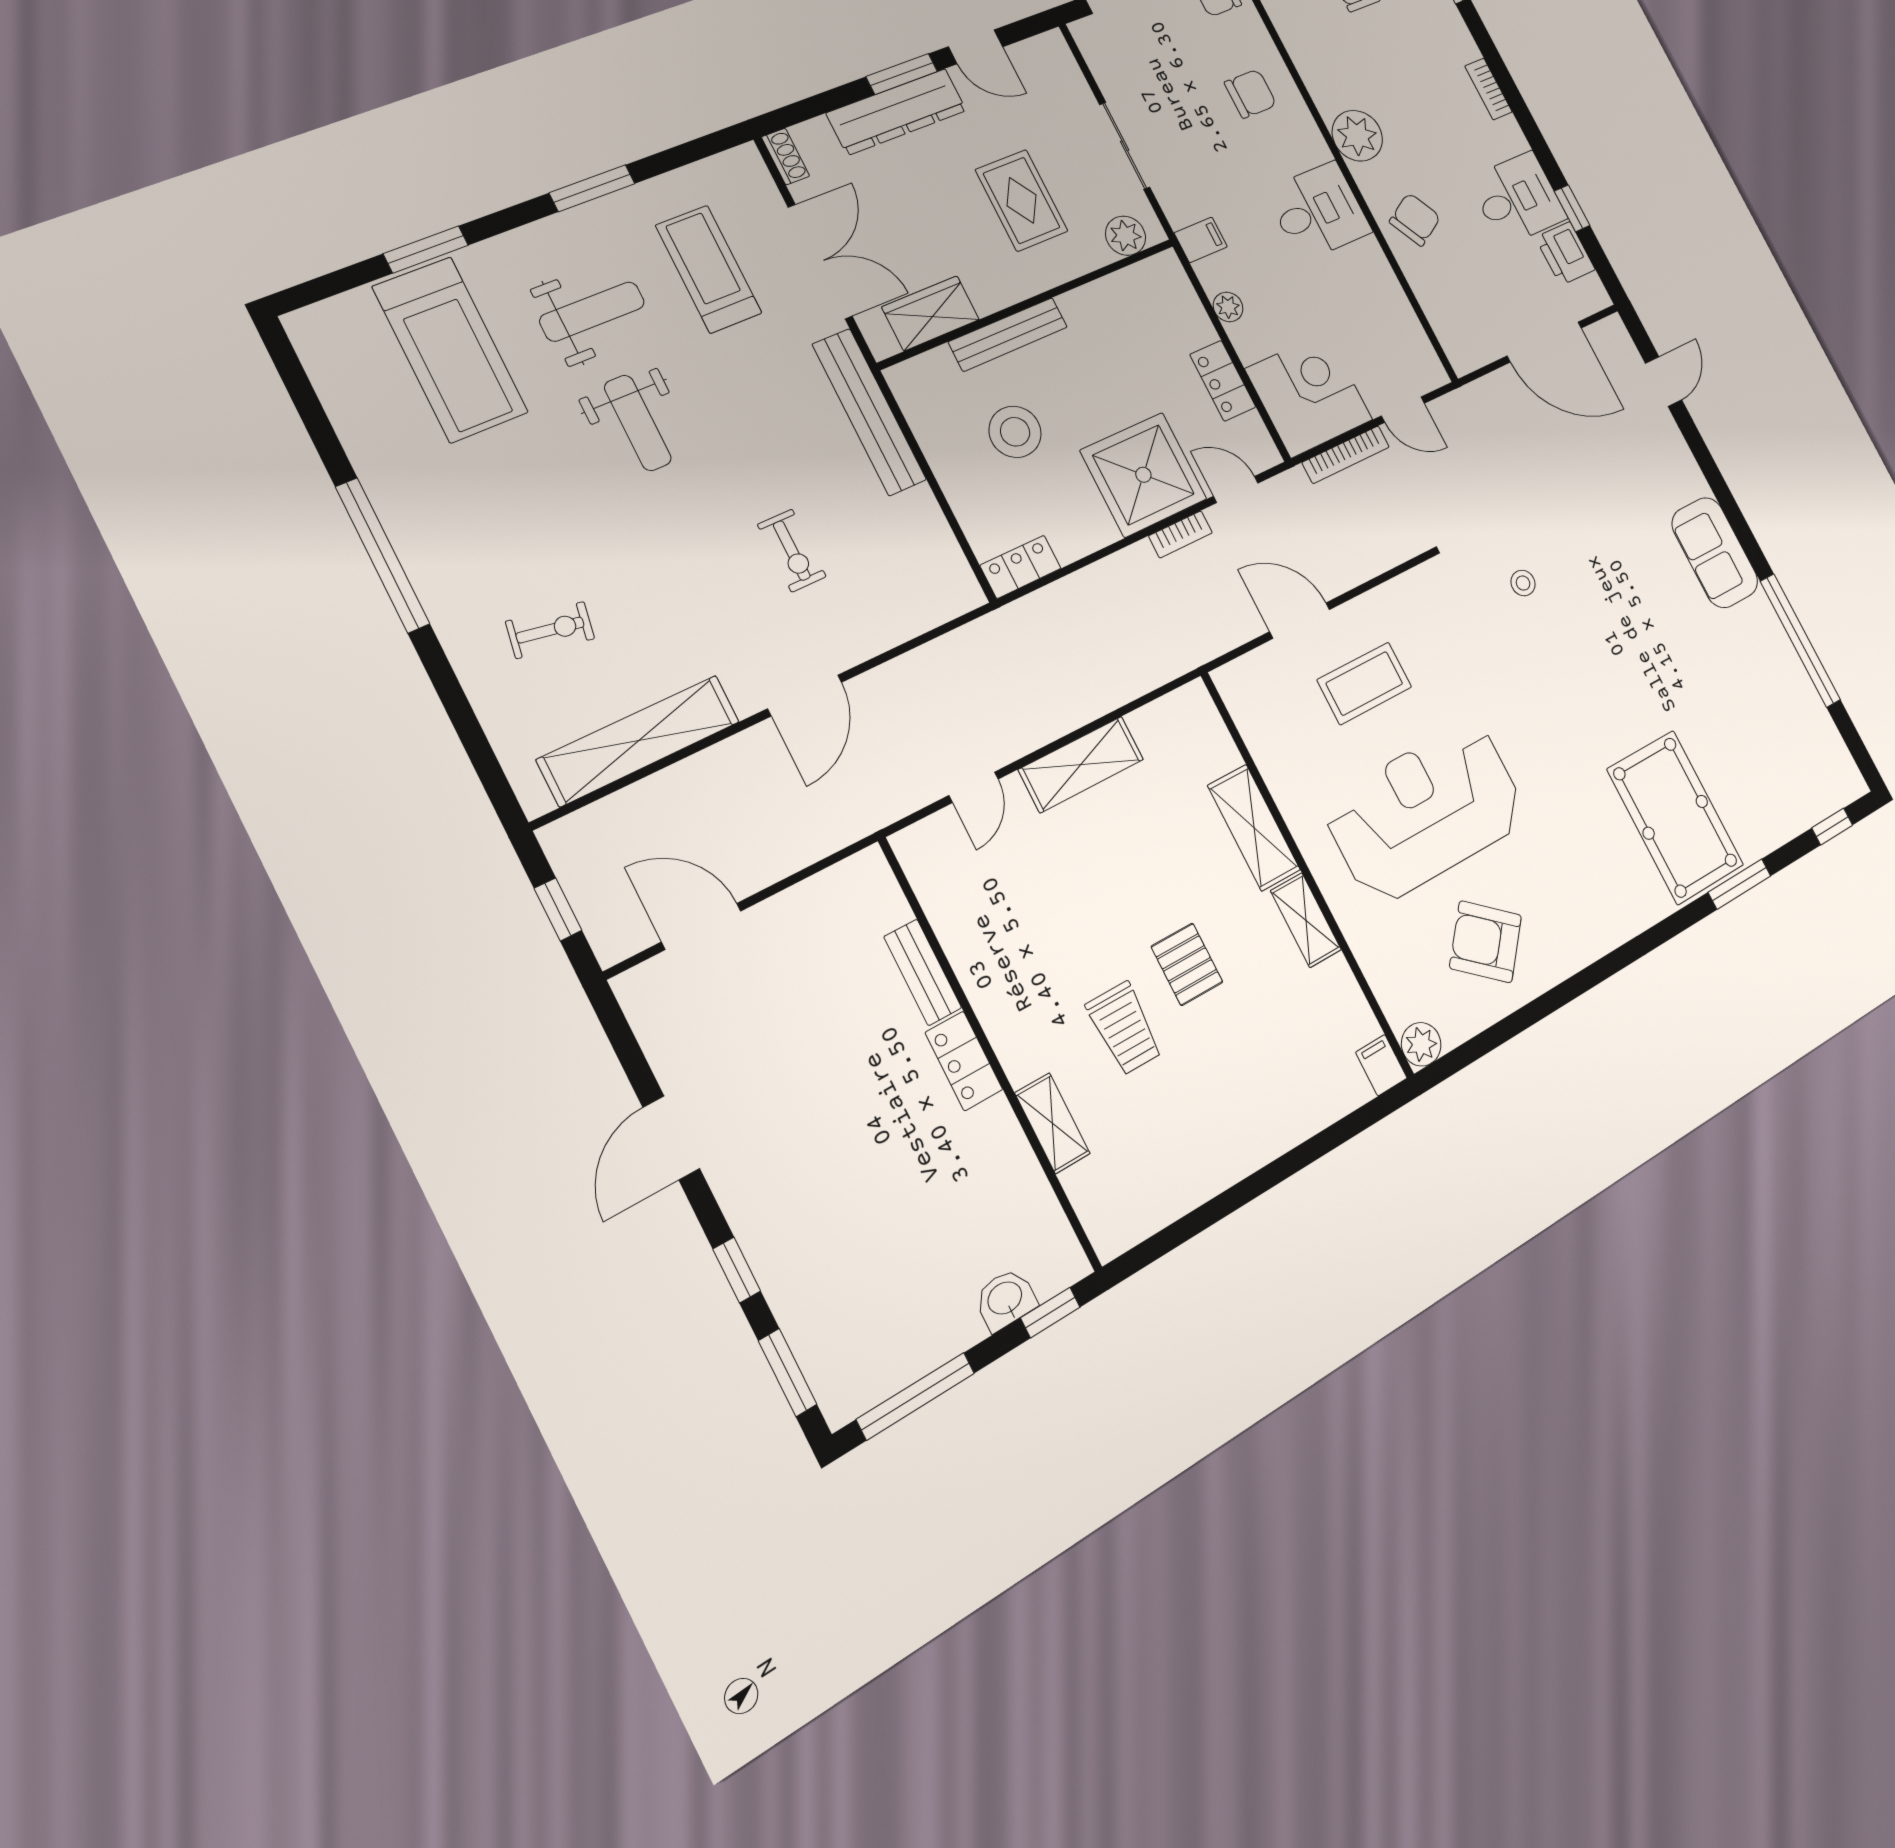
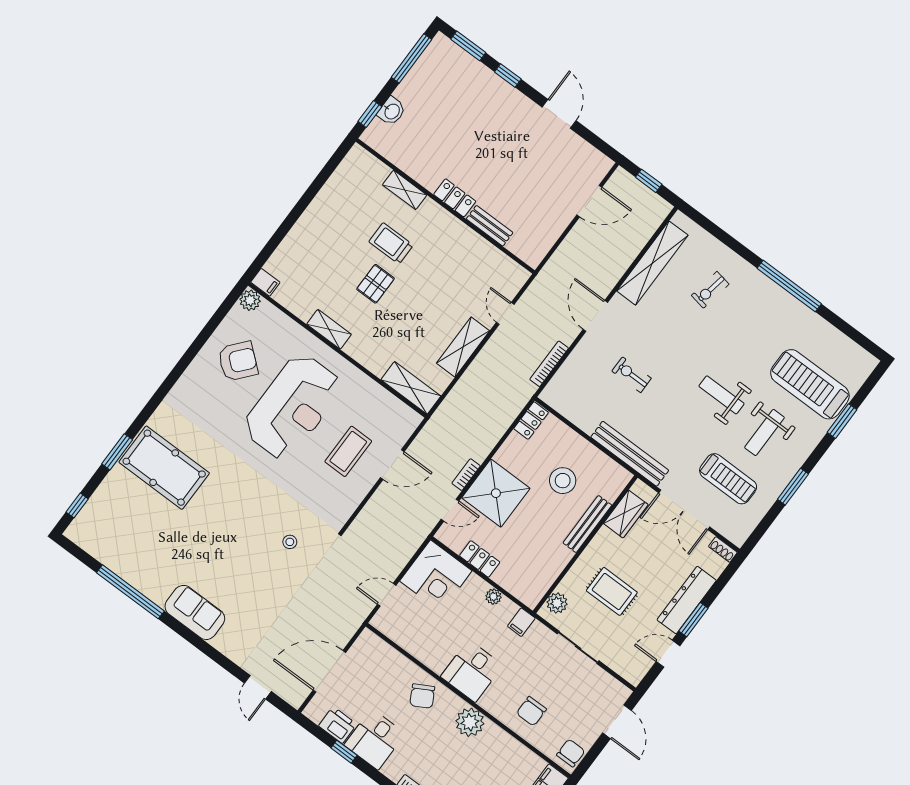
bookcase: (1346, 455) -> (549, 364), moved
shelving: (1254, 828) -> (411, 388), moved
pallet: (1187, 964) -> (375, 284), turned 90

